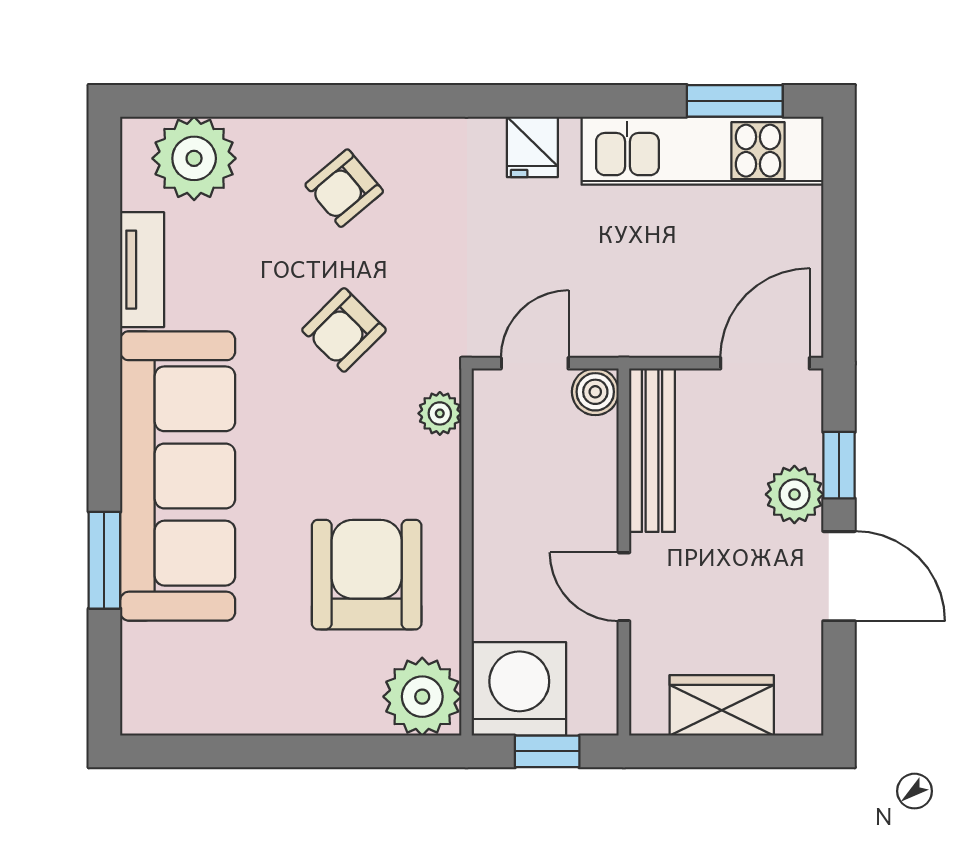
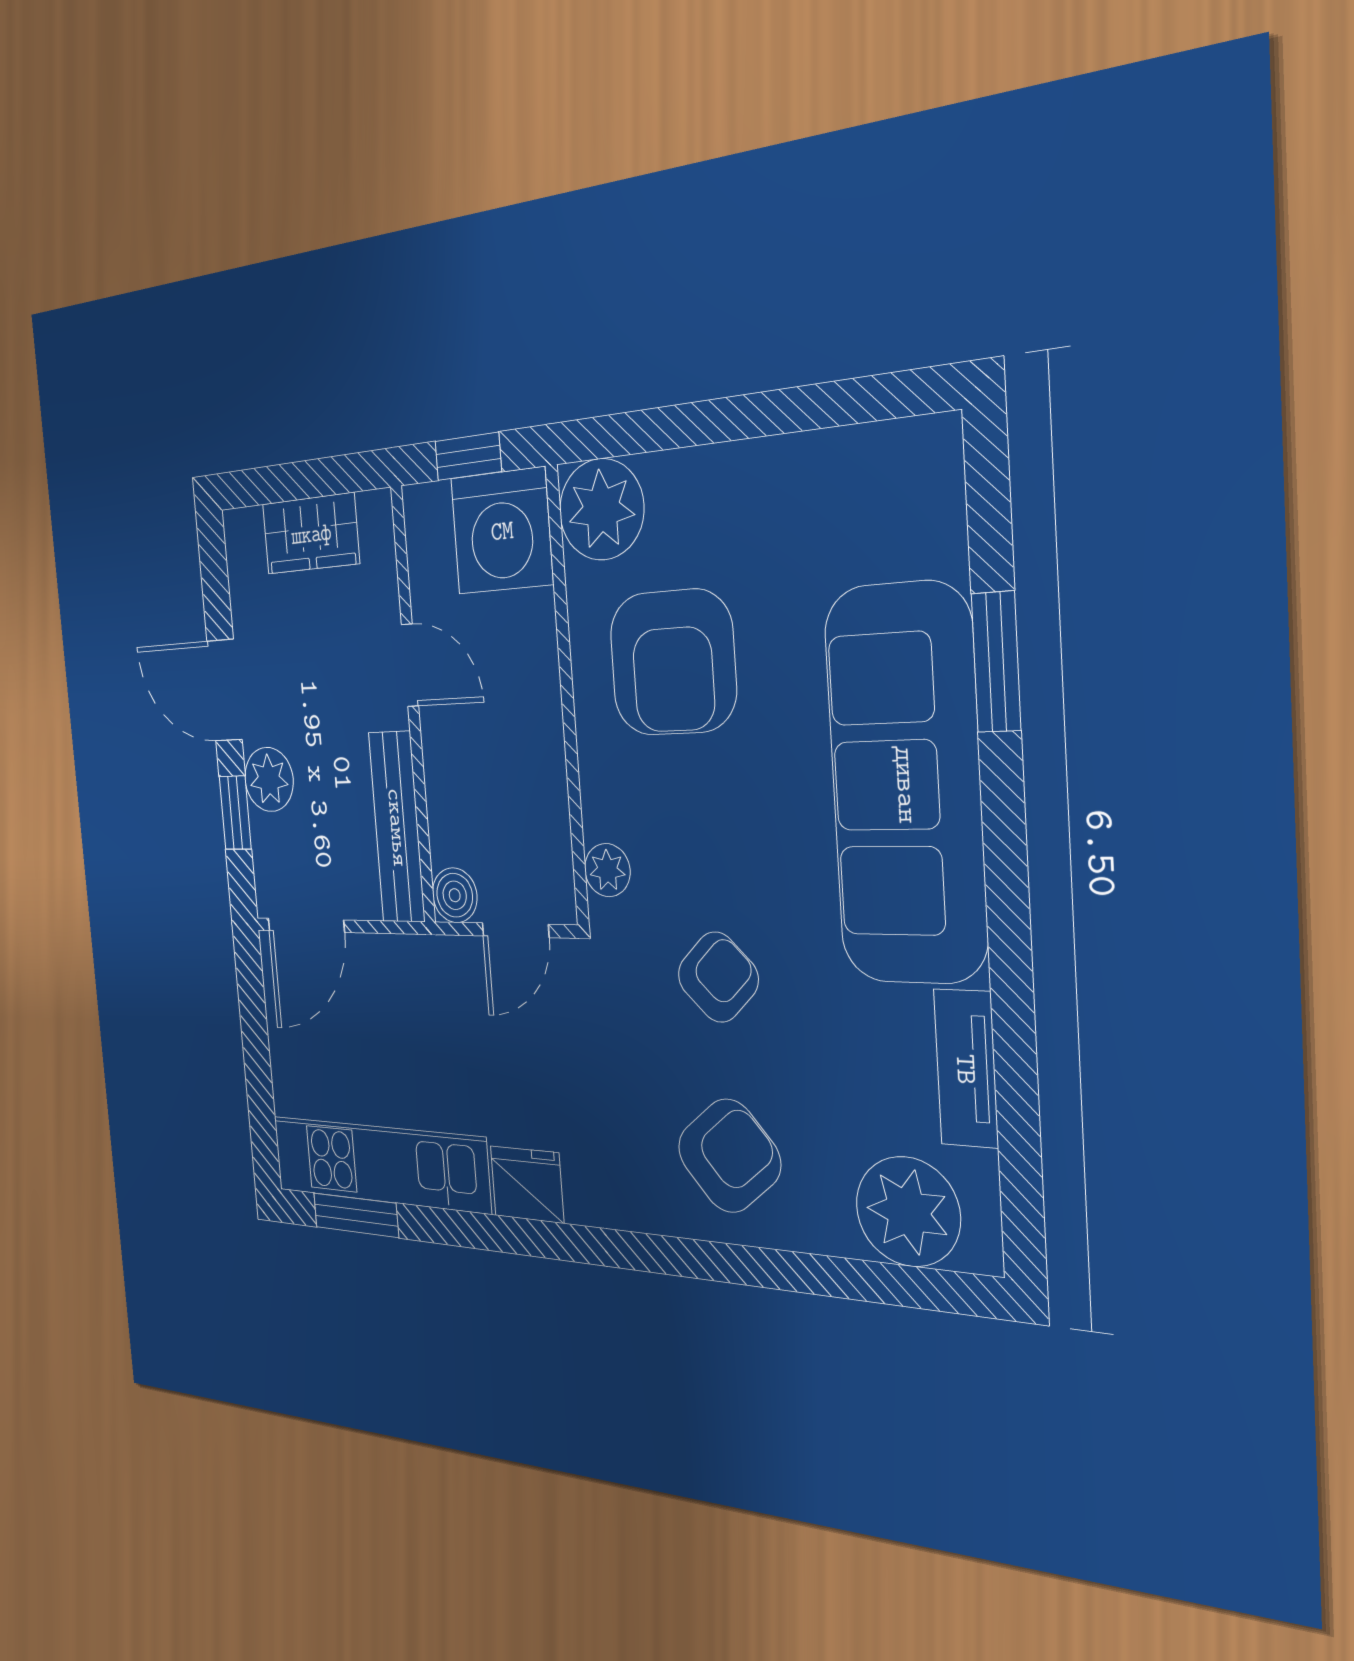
fridge: (532, 147) -> (527, 1184), width x1.38
armchair: (344, 188) -> (729, 1156), width x1.38, depth x1.38

